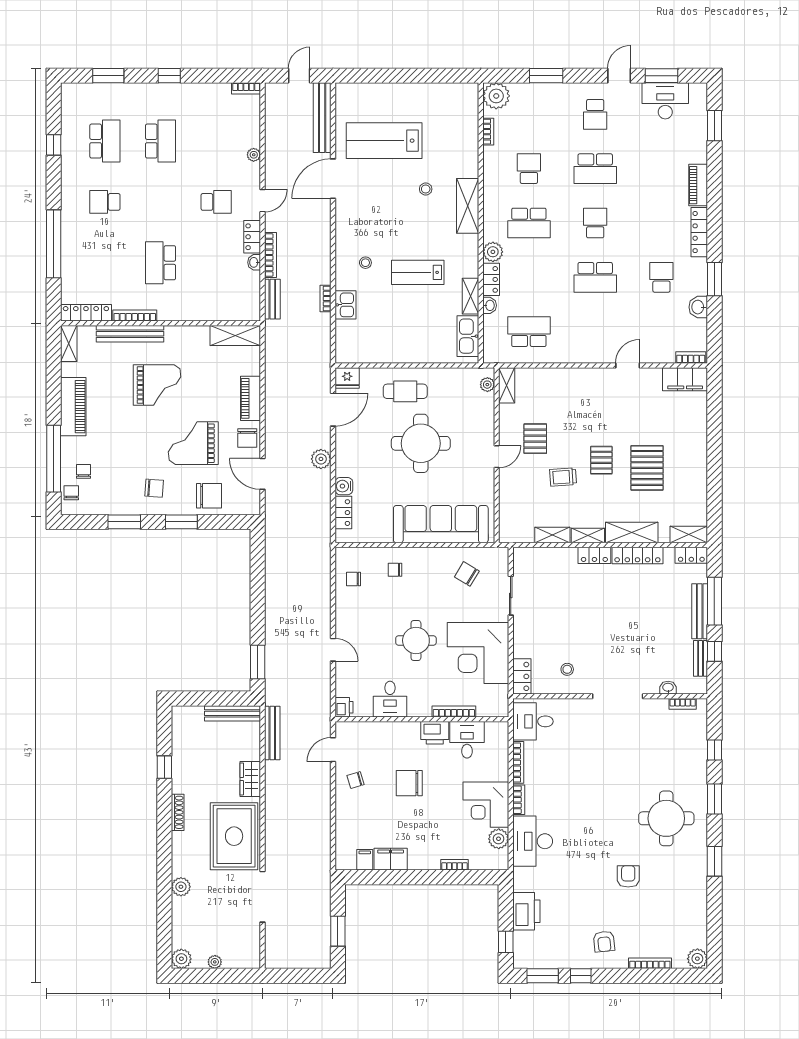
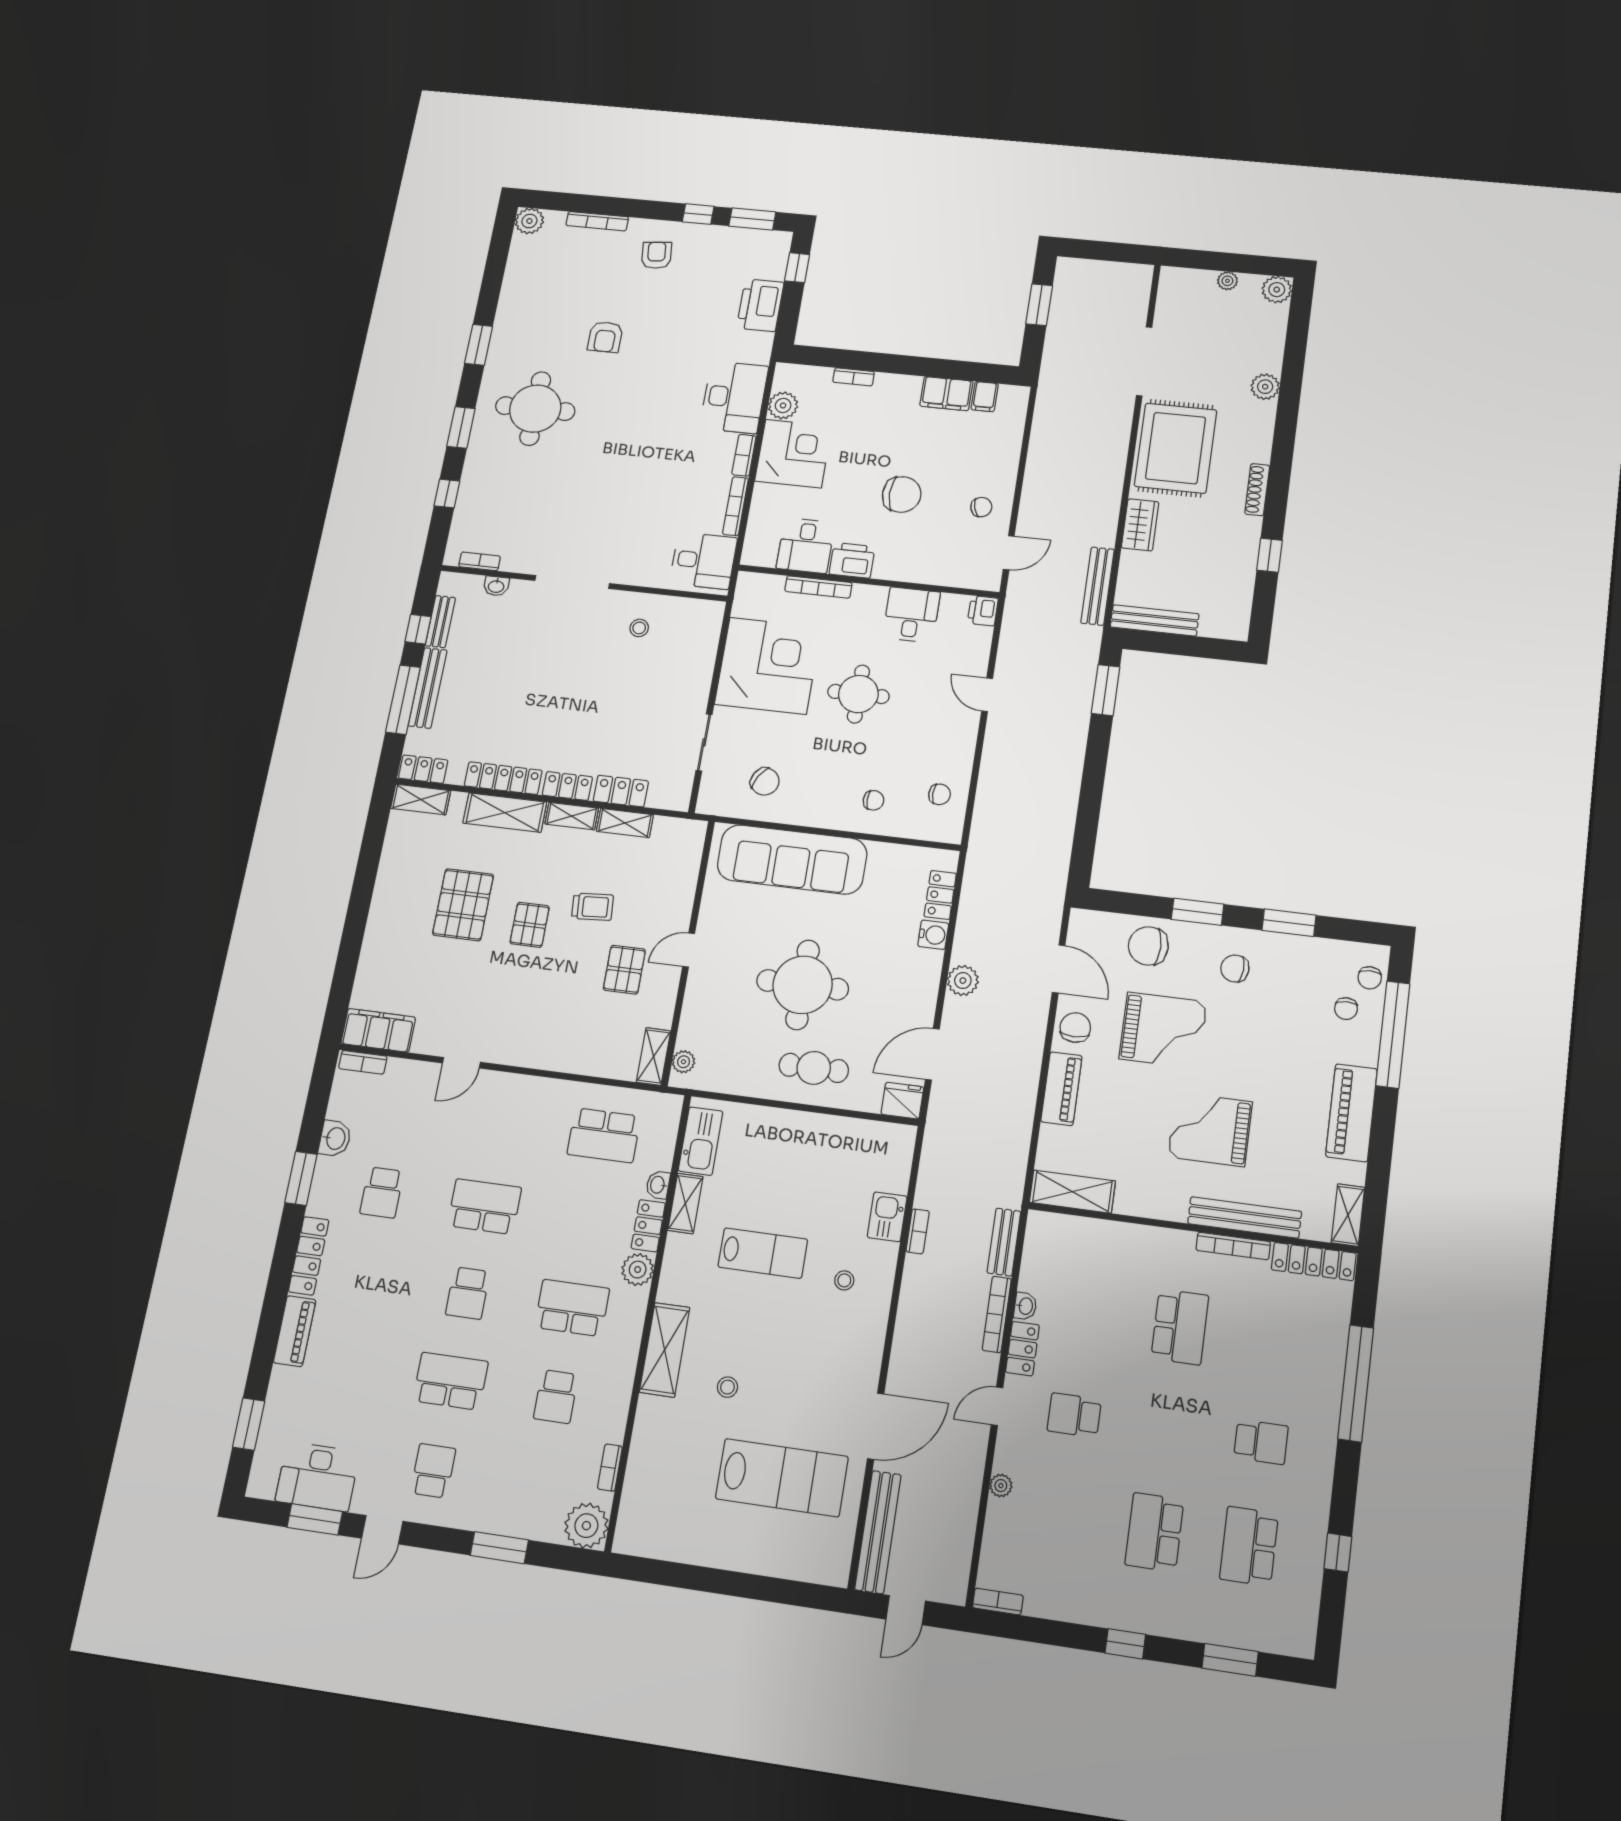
locker: (522, 676) -> (621, 791), moved, turned 90

